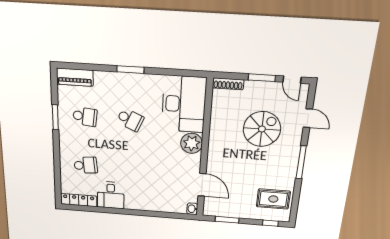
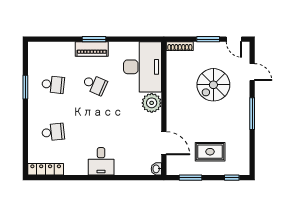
piano: (75, 77) -> (92, 49), moved
spiral stairs: (262, 129) -> (213, 85), turned 180
desk: (111, 195) -> (101, 161), moved
rug: (273, 199) -> (210, 152), moved

